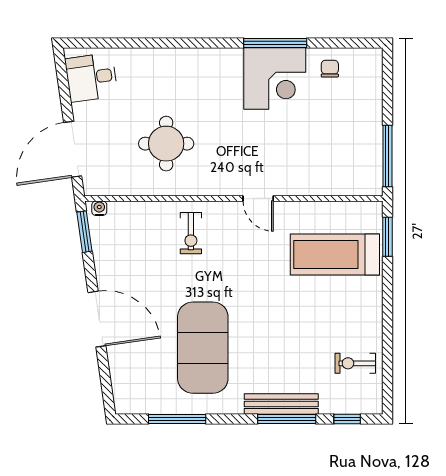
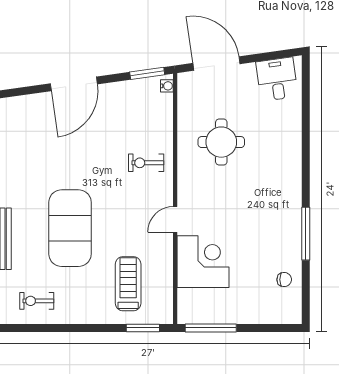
corner desk: (275, 78) -> (203, 262), moved, turned 180
treadmill: (335, 254) -> (128, 284), width x0.73, depth x0.73
exercise mat: (203, 348) -> (70, 228), moved, turned 90
exercise bike: (355, 363) -> (37, 301), turned -90

